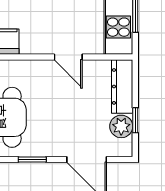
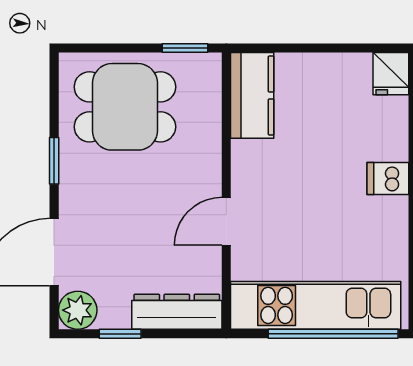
plant: (121, 126) -> (78, 310), moved

